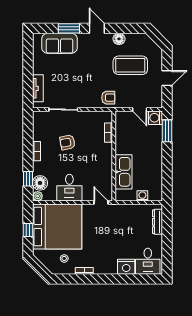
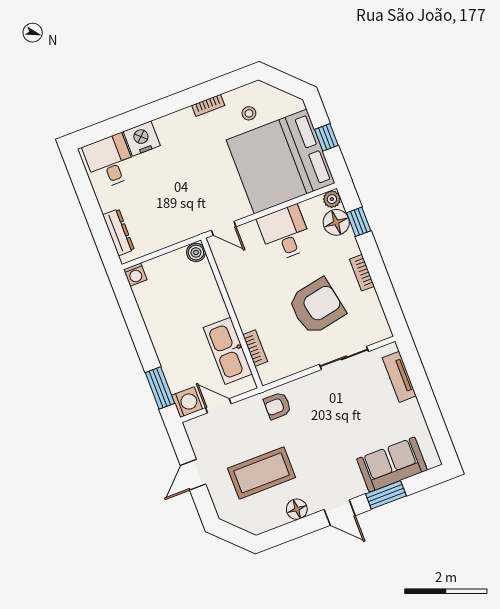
armchair: (67, 142) -> (317, 306), width x1.88, depth x1.88
kitchen sink: (123, 172) -> (228, 351), moved
boiler: (120, 195) -> (196, 252), added
washing machine: (142, 196) -> (135, 275), moved

